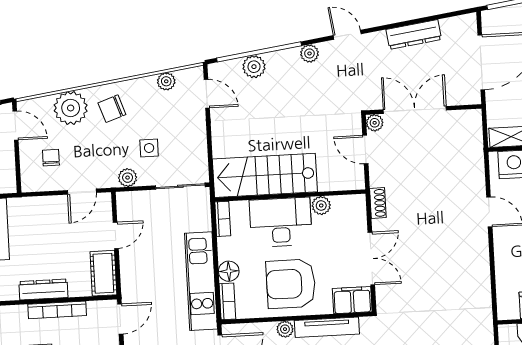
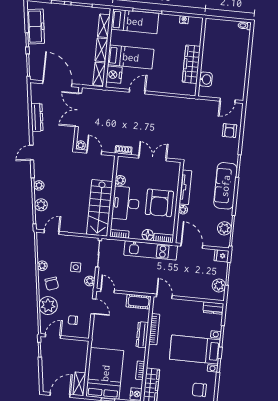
plant: (309, 53) -> (39, 185), moved
plant: (166, 81) -> (42, 266), moved
double door: (415, 110) -> (78, 110), moved
door: (365, 149) -> (94, 152), swing flipped
door: (116, 235) -> (107, 291), moved
filing cabinet: (352, 300) -> (173, 172), removed

